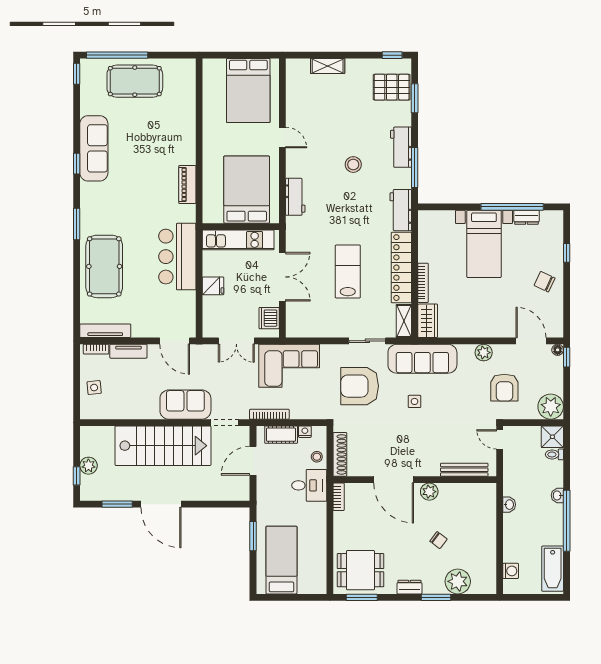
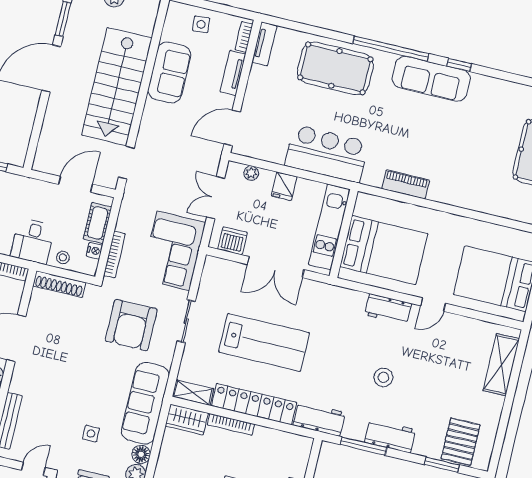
window: (392, 55) -> (497, 451), removed
shelving: (328, 66) -> (501, 365), width x1.50, depth x1.33
sofa: (94, 148) -> (431, 79), moved
workbench: (295, 197) -> (388, 309), moved
window: (77, 224) -> (391, 49), width x2.11
lab bench: (348, 271) -> (264, 342), width x1.36, depth x1.39
plant: (209, 316) -> (251, 173), added
tv unit: (105, 331) -> (264, 44), width x0.71
sliding door: (367, 341) -> (186, 321), moved
floor lamp: (466, 352) -> (141, 454), added
armchair: (360, 386) -> (131, 325), turned 180
side table: (415, 401) -> (91, 434), moved
sofa: (185, 405) -> (169, 72), moved
bookcase: (269, 414) -> (114, 254), moved
door: (253, 461) -> (76, 184), hinge flipped

